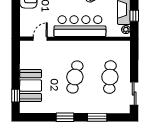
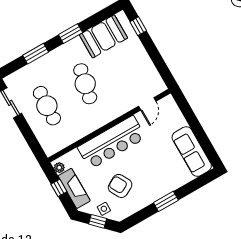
booth: (31, 86) -> (103, 36), moved, turned 90

